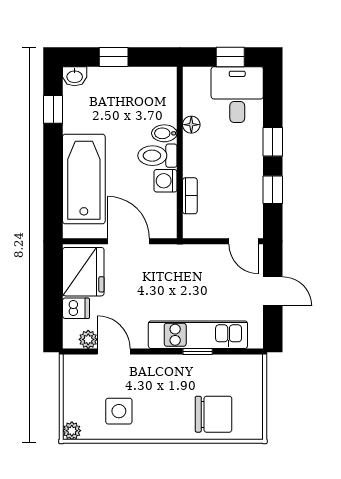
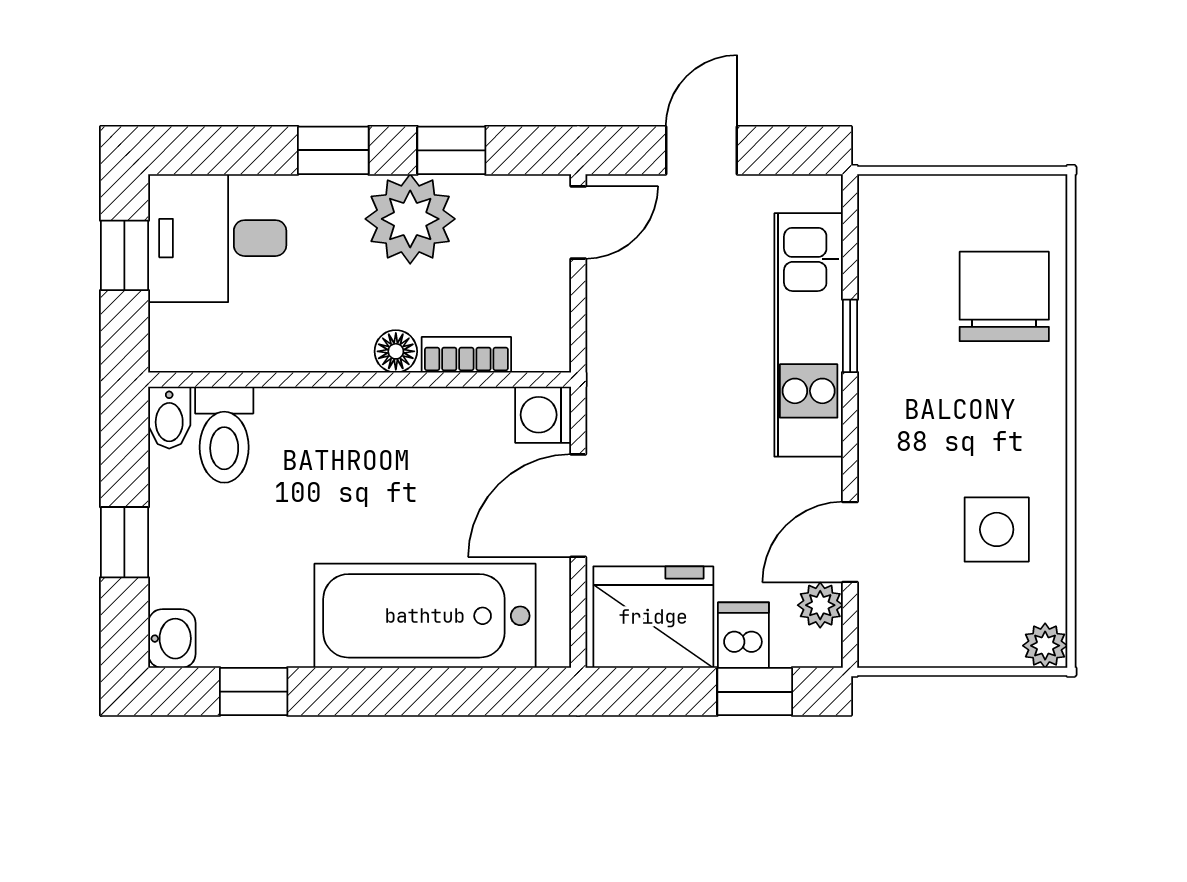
floor lamp: (191, 125) -> (396, 351), moved
bidet: (164, 133) -> (169, 418), moved
toilet: (157, 156) -> (224, 435), moved
plant: (245, 173) -> (410, 219), added
washing machine: (165, 181) -> (543, 415), moved, turned 90
window: (53, 313) -> (755, 692), added

